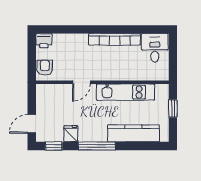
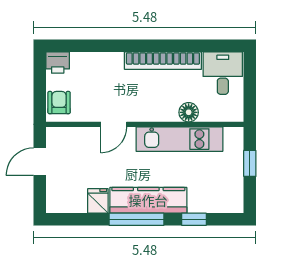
floor lamp: (132, 74) -> (189, 112), added
door: (32, 124) -> (40, 162), moved
kitchen counter: (133, 133) -> (148, 200), moved
window: (54, 146) -> (194, 219), moved

